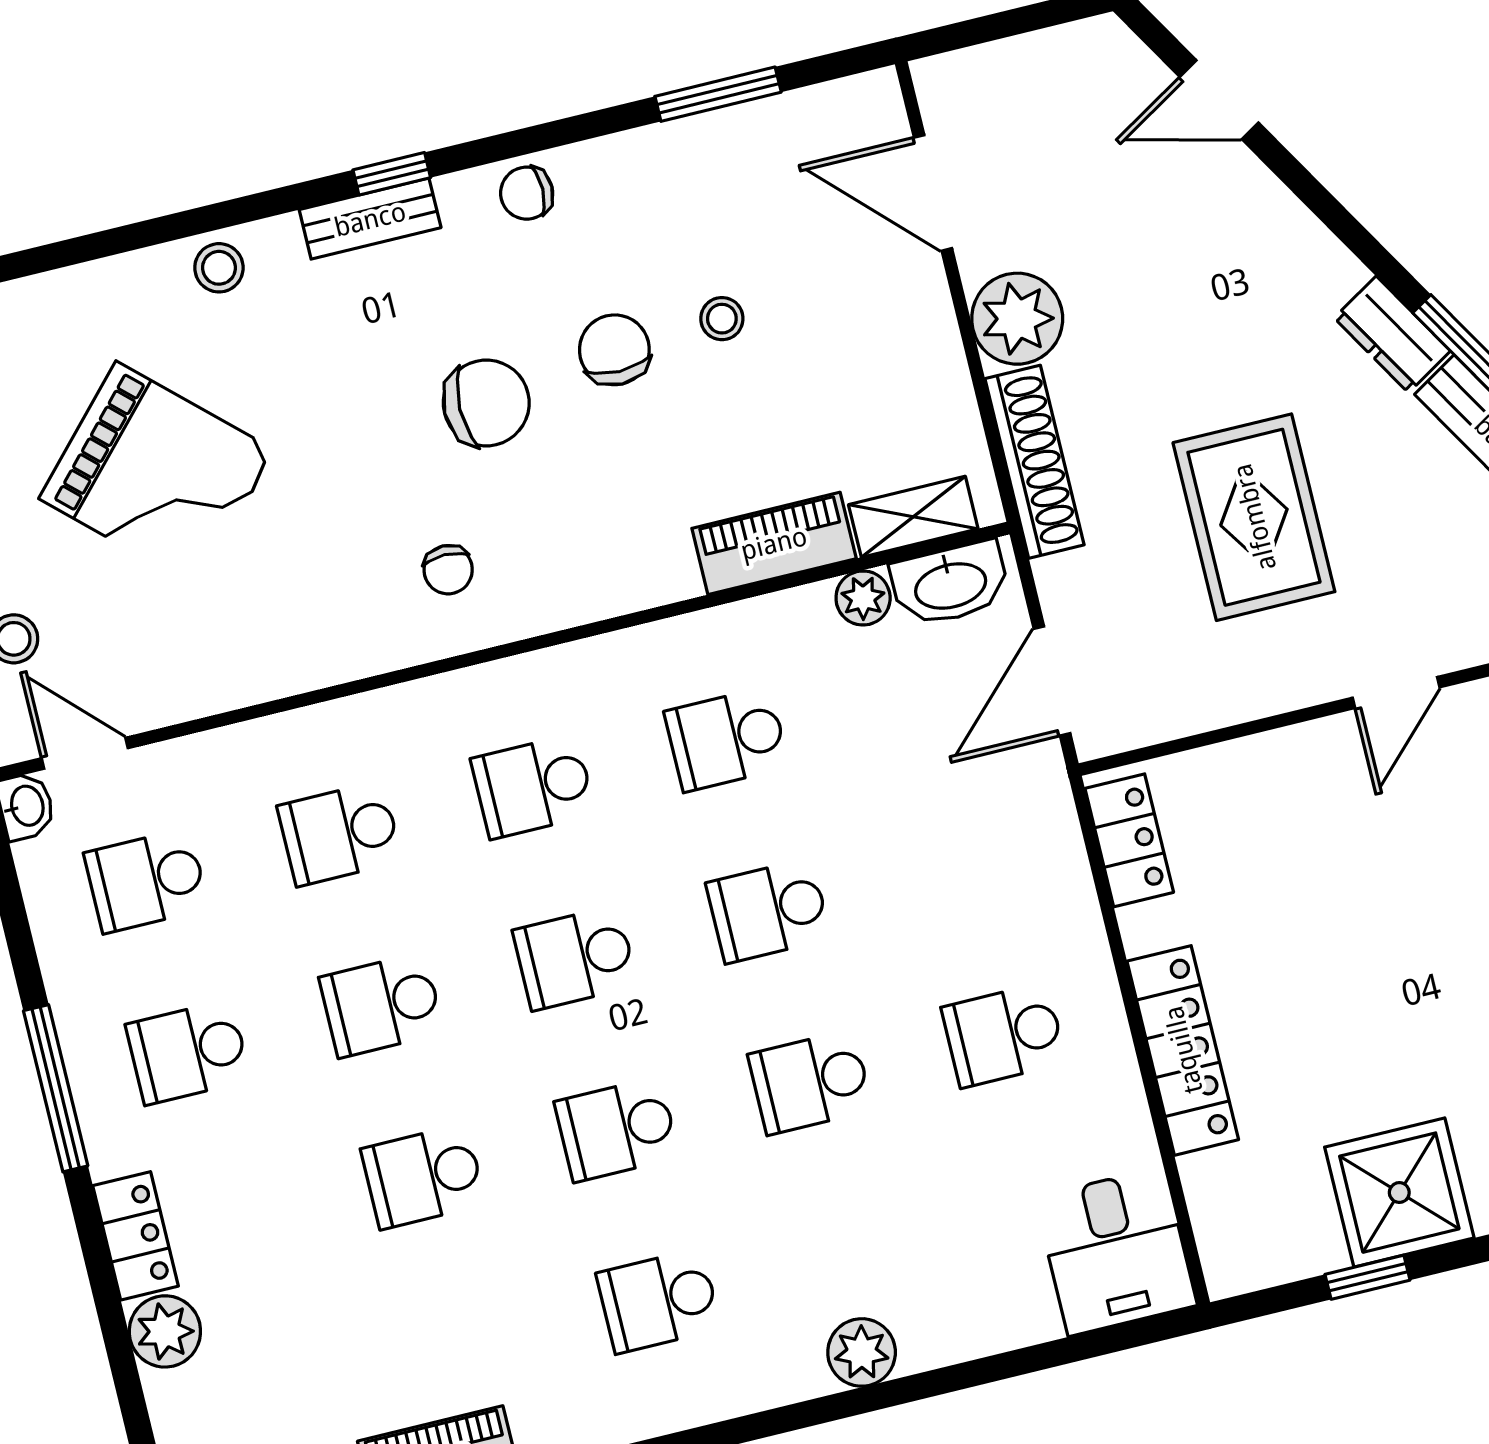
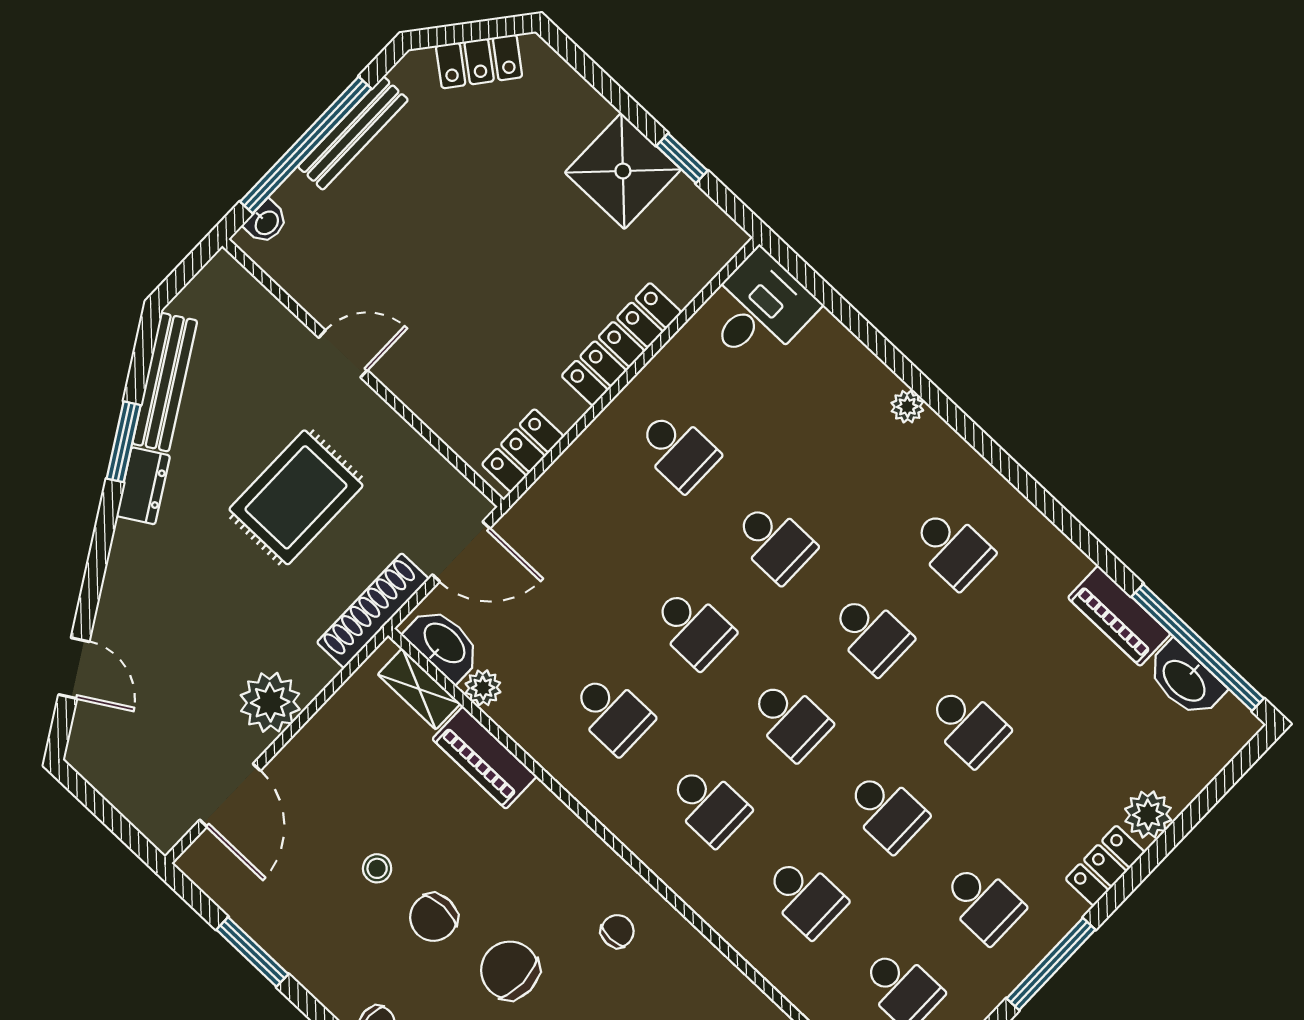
shoe rack: (1035, 462) -> (373, 611), moved
plant: (862, 1352) -> (907, 407), width x0.73, depth x0.73

